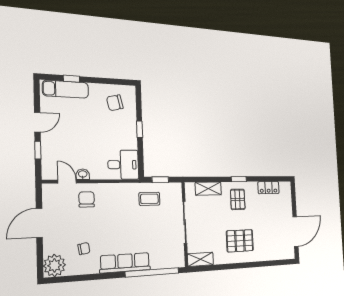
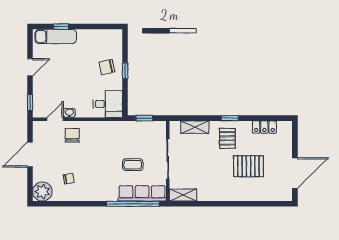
chair: (115, 103) -> (107, 67), moved
window: (38, 150) -> (30, 103), moved
door: (67, 182) -> (55, 119), hinge flipped
coffee table: (149, 199) -> (133, 165), moved
pallet: (240, 241) -> (248, 166), moved
row of seats: (125, 263) -> (142, 193), moved

